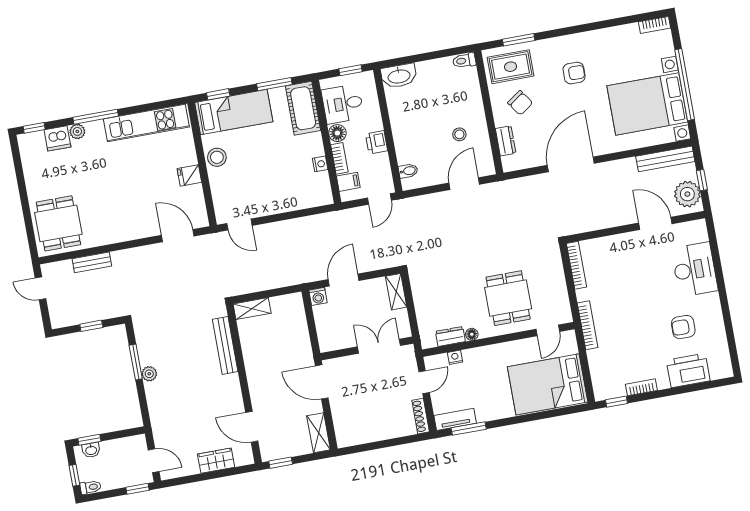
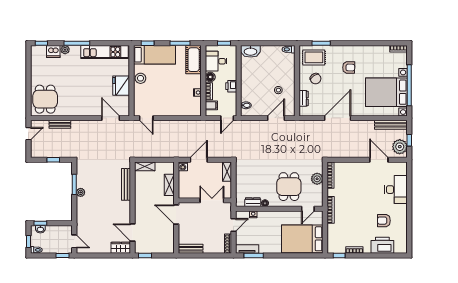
fridge: (189, 175) -> (121, 86), width x1.88, depth x1.34
plant: (554, 276) -> (317, 179), added
door: (40, 288) -> (28, 134), swing flipped
shelving: (319, 433) -> (169, 185), moved
bench: (357, 437) -> (191, 249), added
wardrobe: (216, 461) -> (121, 248), moved

